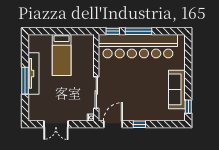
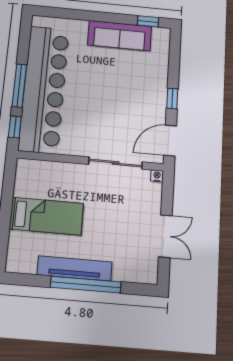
window: (25, 81) -> (86, 285), width x1.46
door: (113, 124) -> (170, 141), hinge flipped

